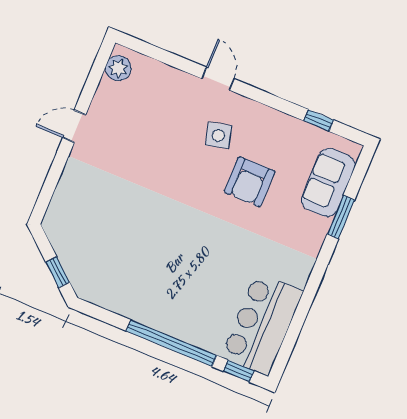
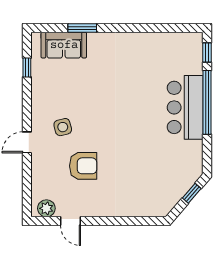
door: (74, 126) -> (70, 221), moved
armchair: (249, 182) -> (83, 166), moved
bar counter: (262, 324) -> (185, 107), moved, turned 90

